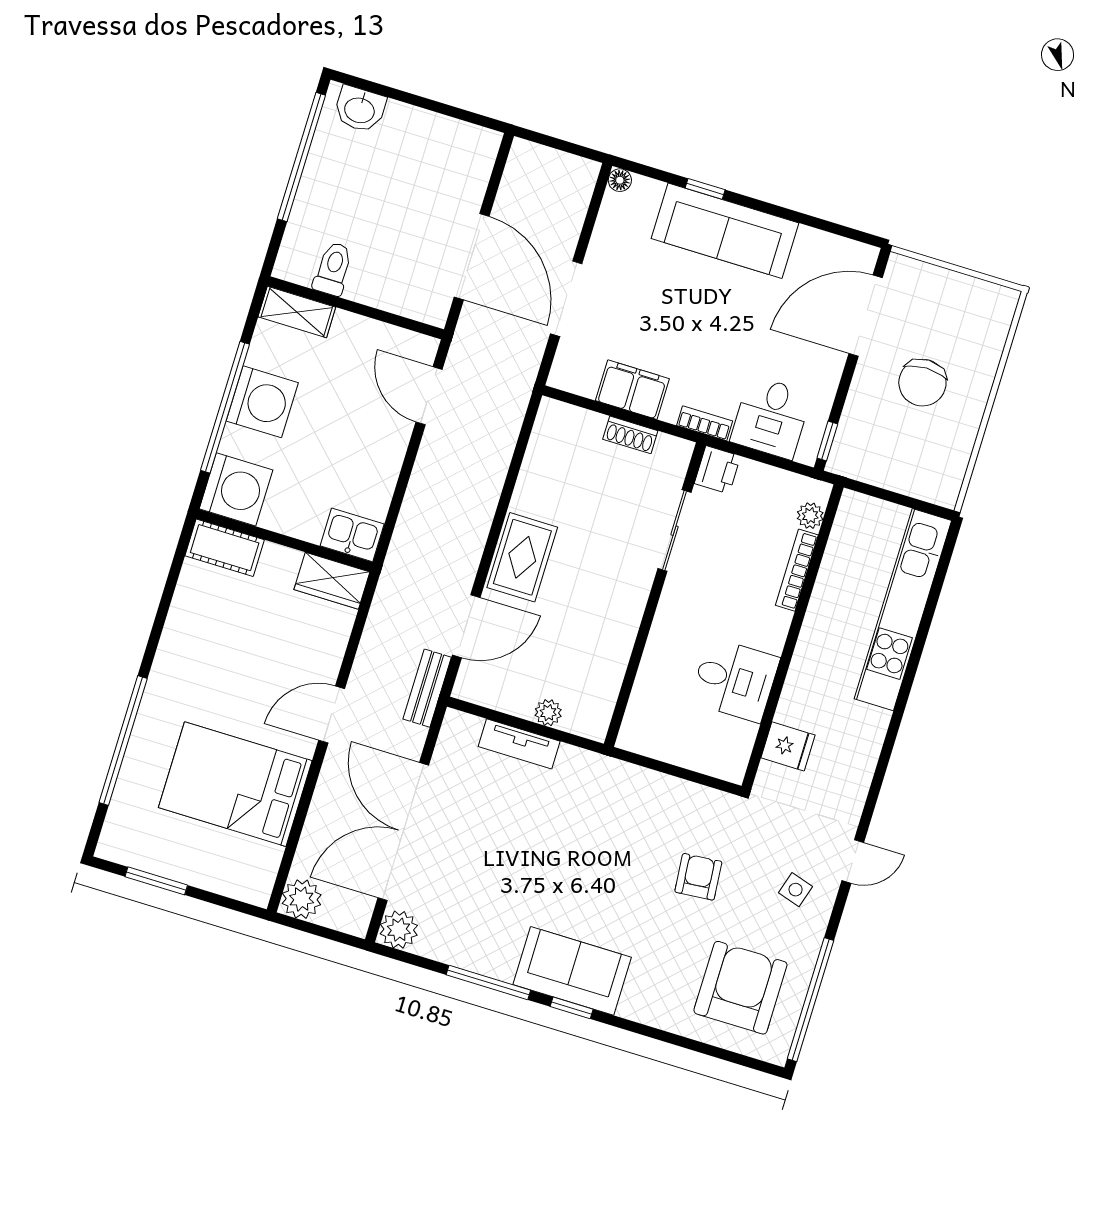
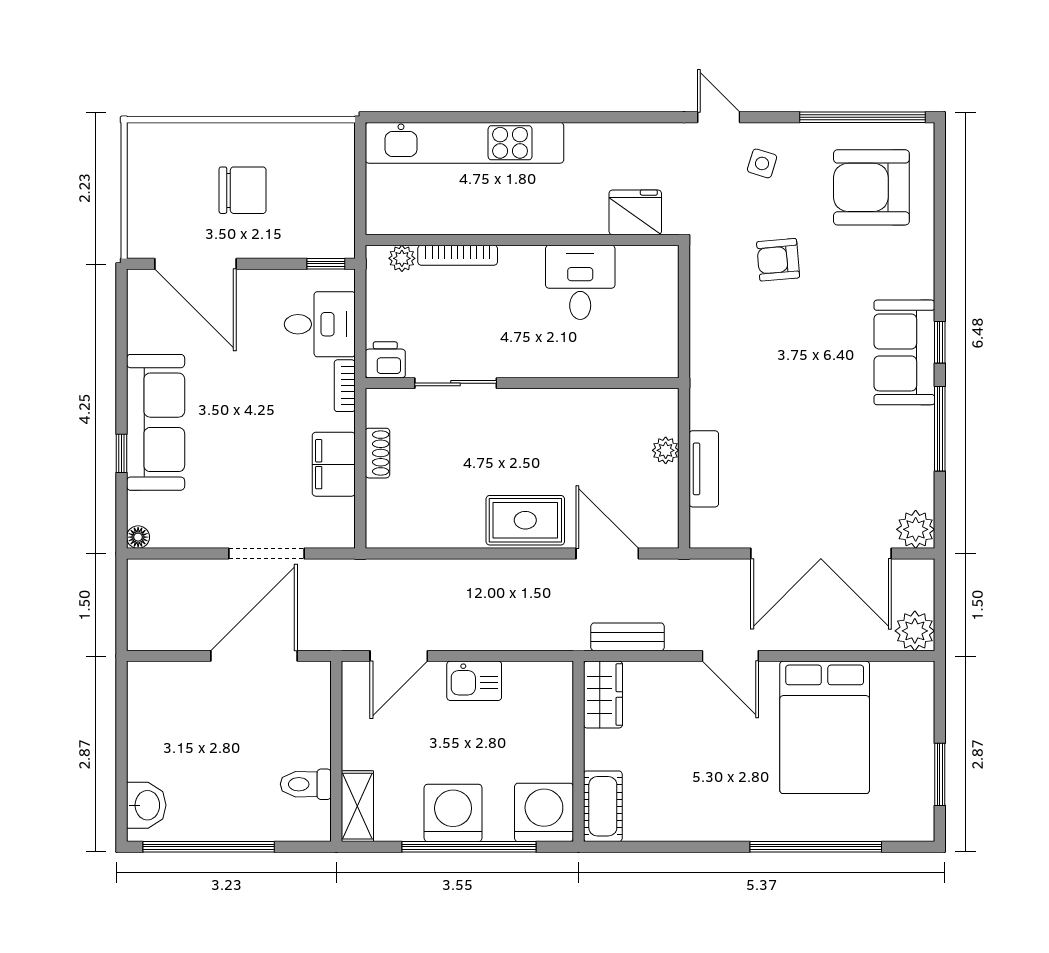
kitchen sink: (352, 535) -> (474, 681), moved, turned -90
bench: (427, 688) -> (628, 637), moved
fridge: (788, 746) -> (635, 212), width x1.38

